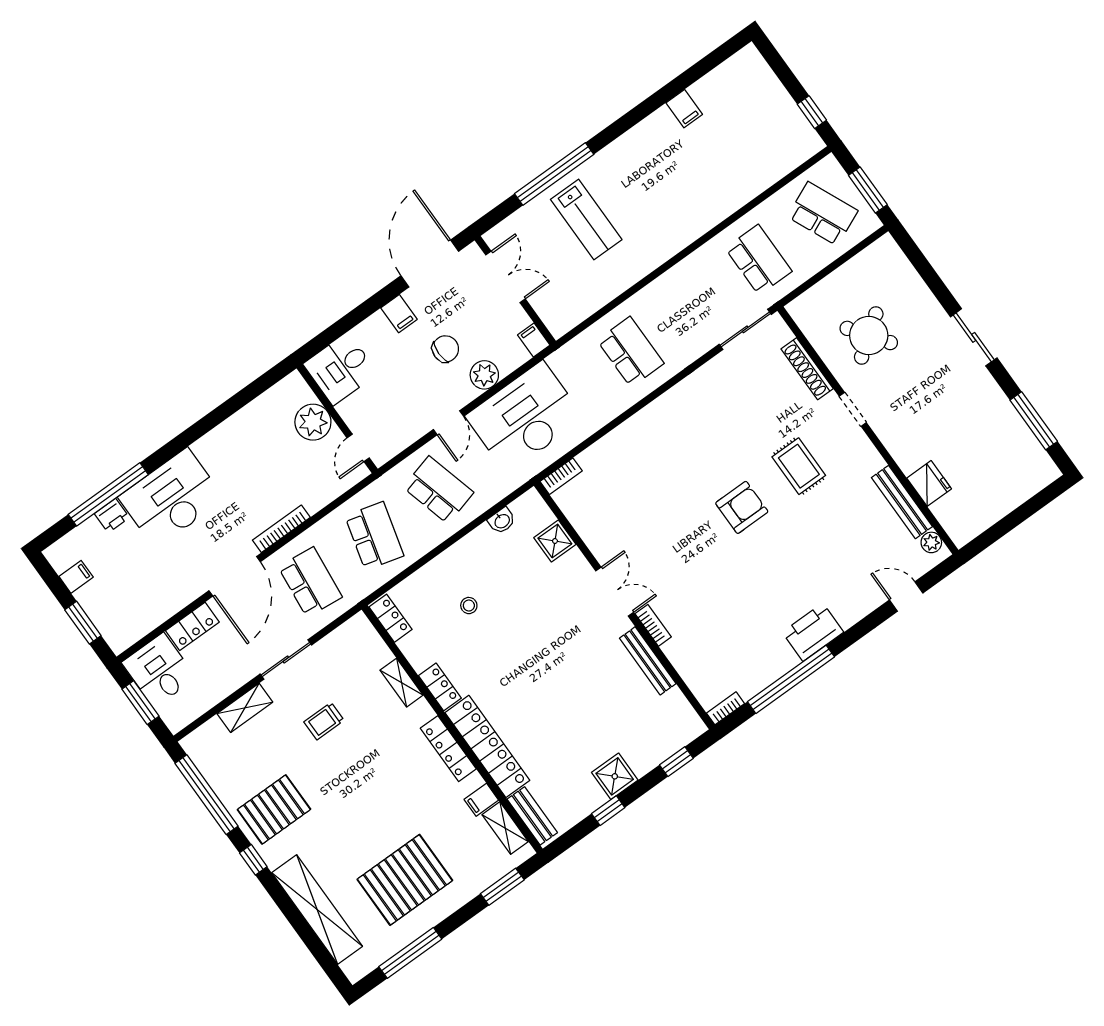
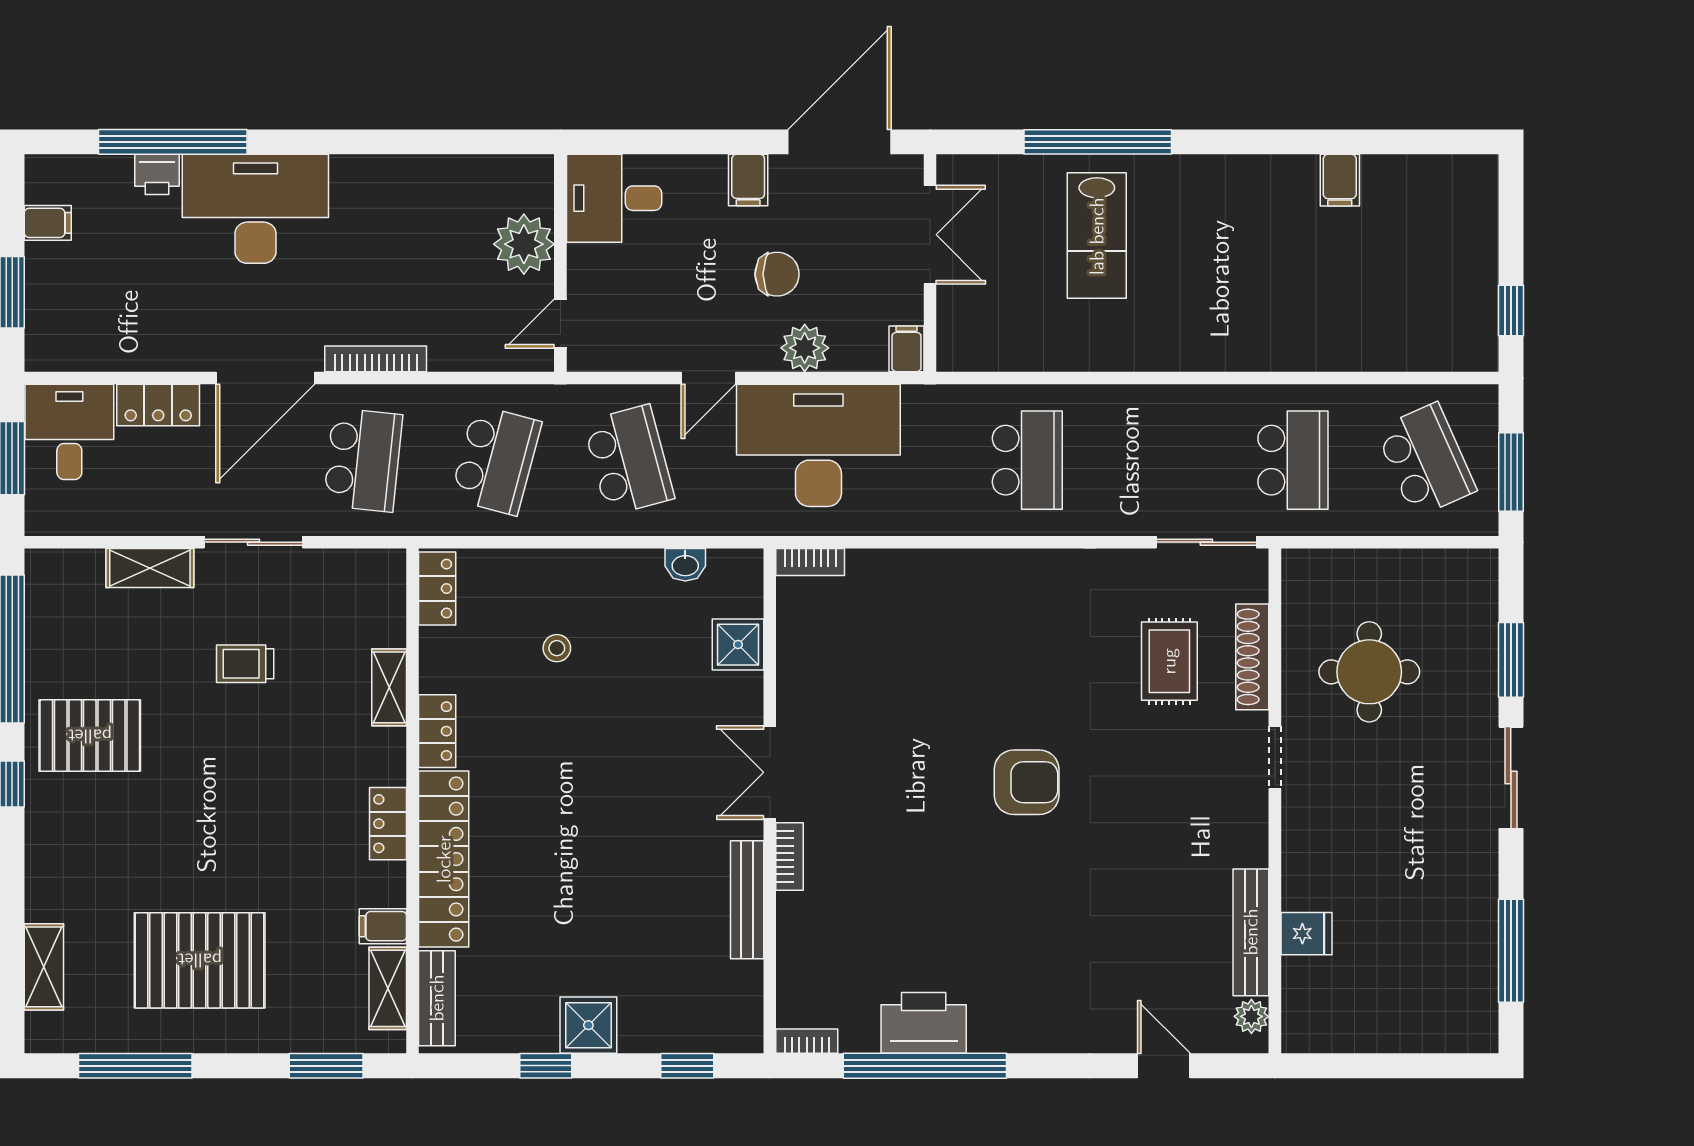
window: (933, 281) -> (1511, 660), added
round table: (869, 335) -> (1369, 672), turned 36
rug: (799, 466) -> (1169, 661), moved
fridge: (929, 483) -> (1306, 934), width x0.72
double door: (615, 592) -> (770, 772), swing flipped
printer: (813, 632) -> (924, 1023), moved
locker: (448, 749) -> (388, 824), width x0.66
shelving: (317, 910) -> (44, 967), width x0.45, depth x0.75

